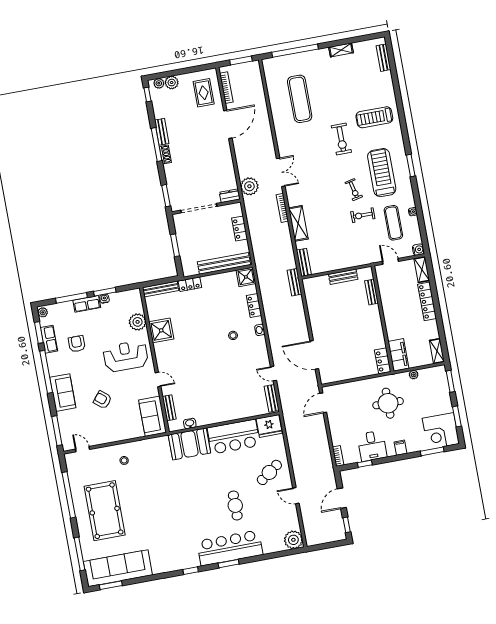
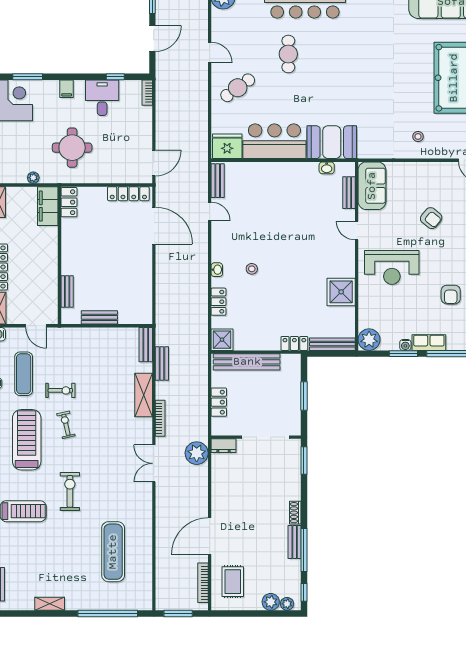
window: (157, 144) -> (304, 550), moved
treadmill: (382, 173) -> (27, 440), turned 180
bench: (295, 282) -> (162, 364), moved
plant: (138, 322) -> (369, 340), moved
locker: (338, 376) -> (128, 194), added

